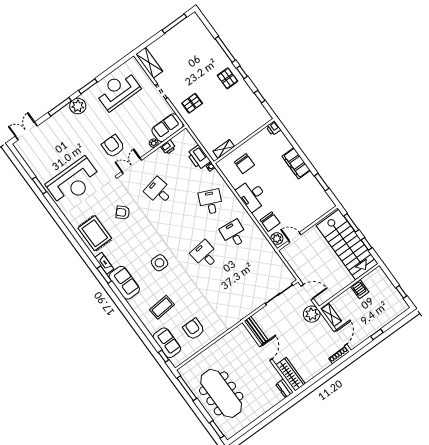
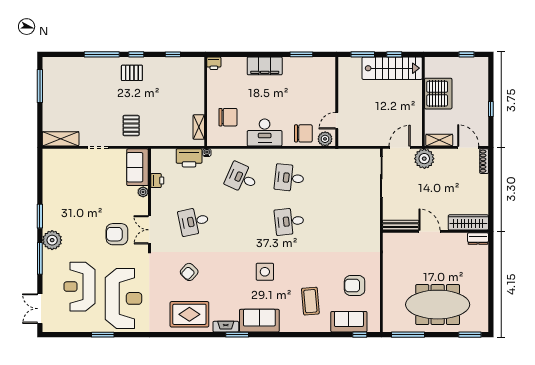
reception desk: (118, 90) -> (79, 287), moved
stairs: (347, 245) -> (392, 68), width x0.73, depth x0.66
server rack: (360, 289) -> (438, 94), width x2.18, depth x1.44

